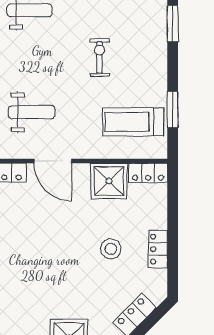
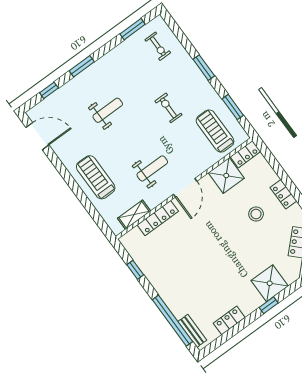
window: (173, 23) -> (204, 68), moved
treadmill: (133, 122) -> (215, 131), turned 90
door: (53, 161) -> (185, 188), hinge flipped

